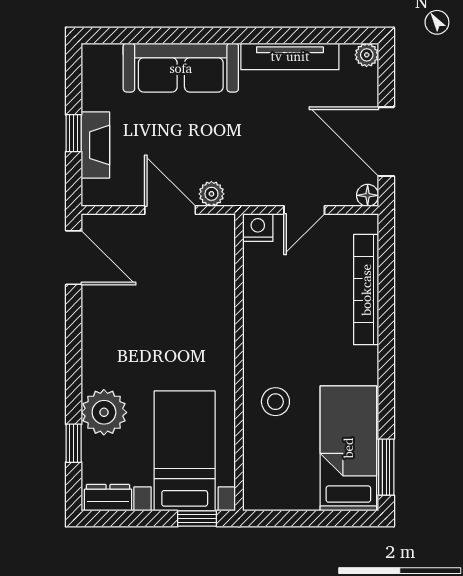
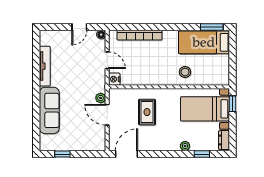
plant: (367, 55) -> (44, 35), removed
window: (74, 133) -> (62, 154), moved
door: (386, 142) -> (79, 27), width x0.53
fireplace: (95, 145) -> (81, 145), removed
door: (170, 210) -> (107, 115), hinge flipped
rug: (177, 308) -> (147, 112), added
plant: (104, 412) -> (185, 146), width x0.53, depth x0.53

